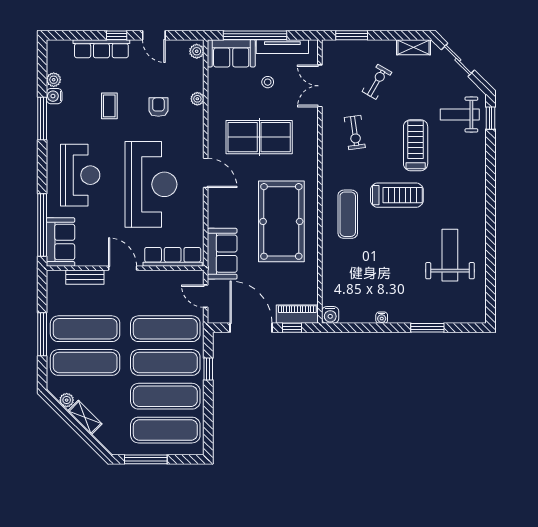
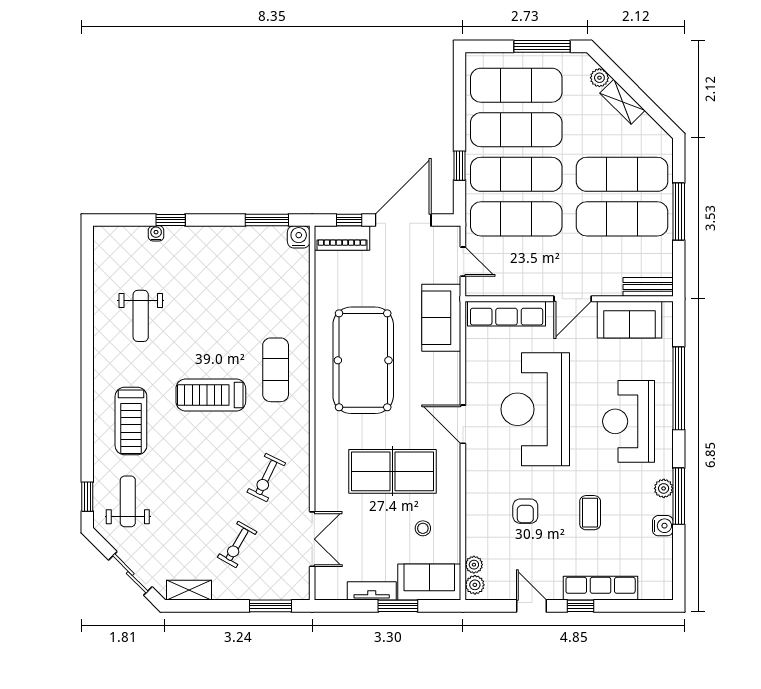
window: (255, 35) -> (398, 606), width x0.47
tv unit: (282, 47) -> (372, 591), width x0.71
plant: (54, 80) -> (664, 488), moved
stool: (268, 82) -> (423, 528), moved
plant: (197, 99) -> (474, 565), moved
weight bench: (460, 114) -> (128, 501), turned -90
exercise bike: (355, 133) -> (266, 478), turned -146
treadmill: (416, 145) -> (131, 421), moved
window: (42, 225) -> (679, 388), moved
sofa: (61, 242) -> (630, 320), moved, turned -90
weight bench: (450, 255) -> (141, 316), width x0.73, depth x0.75
door: (123, 268) -> (573, 299), hinge flipped
bench: (85, 277) -> (648, 287), moved
water cooler: (382, 318) -> (156, 233), moved
door: (251, 328) -> (403, 220), swing flipped
window: (354, 328) -> (267, 220), added
window: (427, 328) -> (171, 220), width x0.67
plant: (67, 400) -> (599, 78), moved

